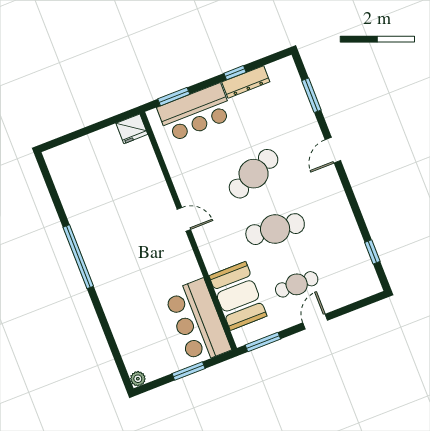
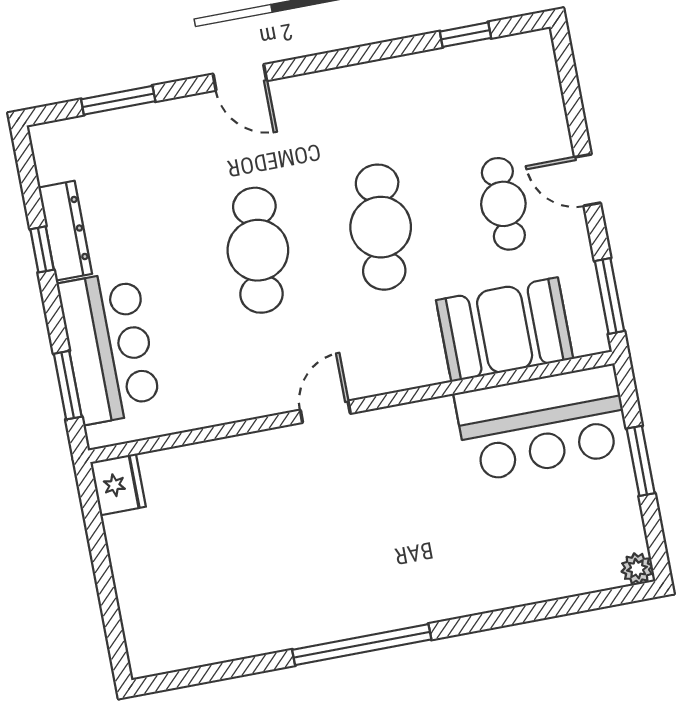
cafe table: (254, 174) -> (258, 250), turned 30

